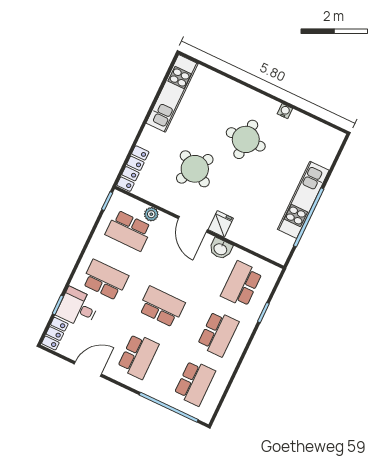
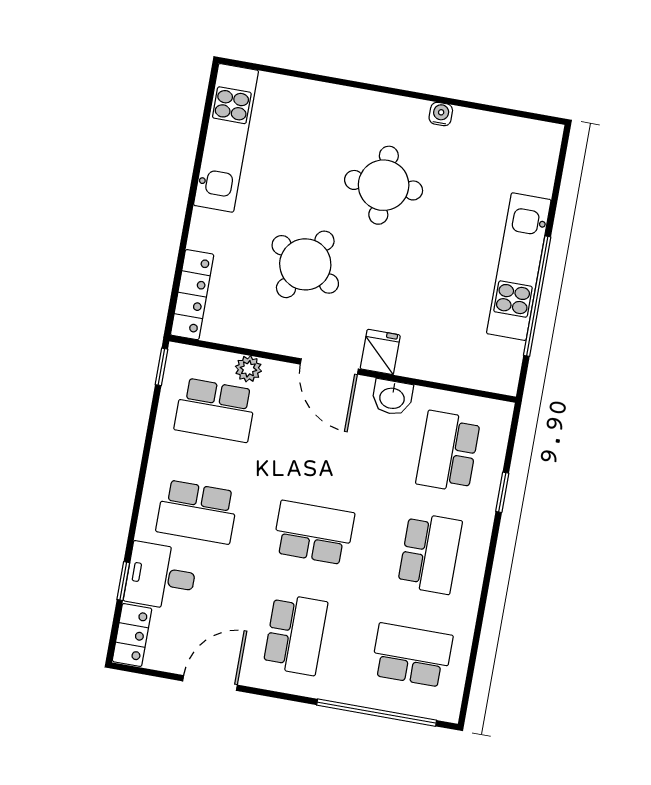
school desk: (105, 280) -> (197, 512), turned 180
school desk: (195, 383) -> (412, 655), turned -90

